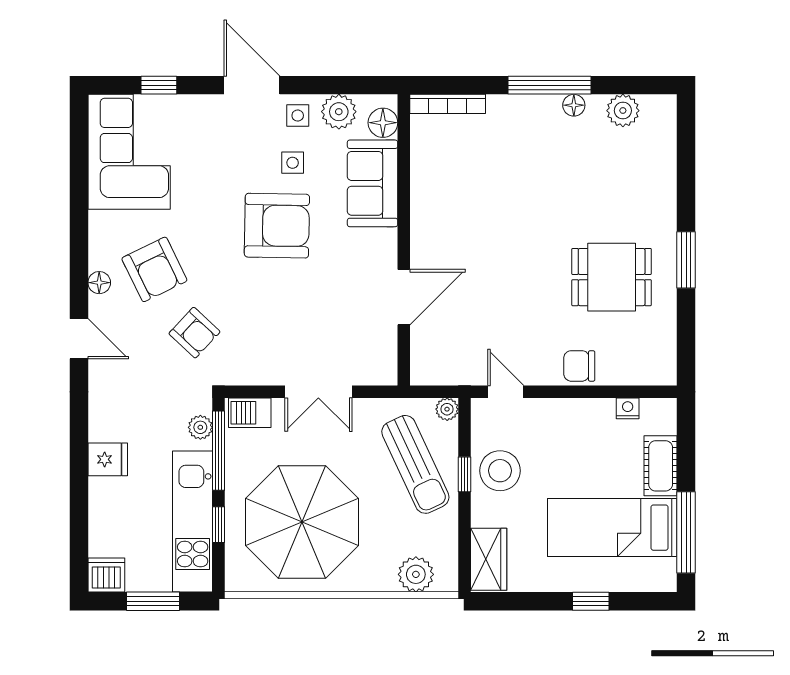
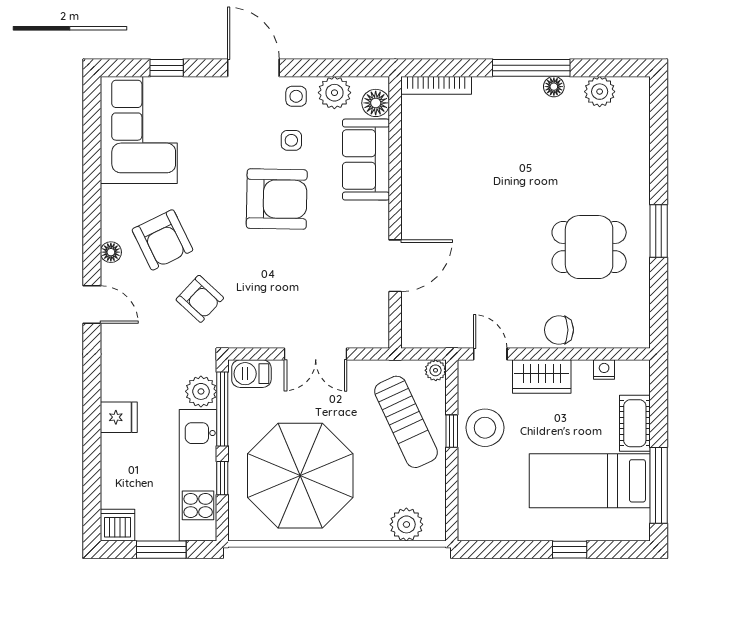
plant: (200, 427) -> (201, 391), width x1.38, depth x1.38
wardrobe: (489, 559) -> (542, 377), moved, turned 90

